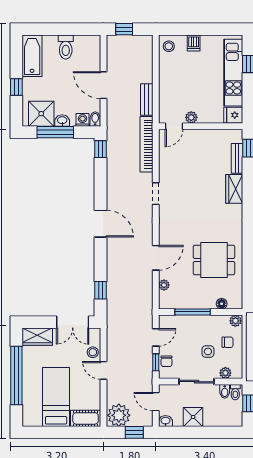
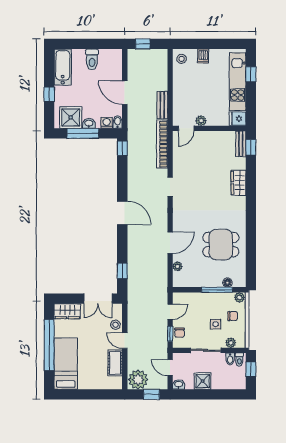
bench: (237, 158) -> (241, 144), moved
window: (193, 312) -> (217, 290), moved
bed: (56, 397) -> (66, 364), moved
cot: (86, 418) -> (115, 363), moved, turned 90

